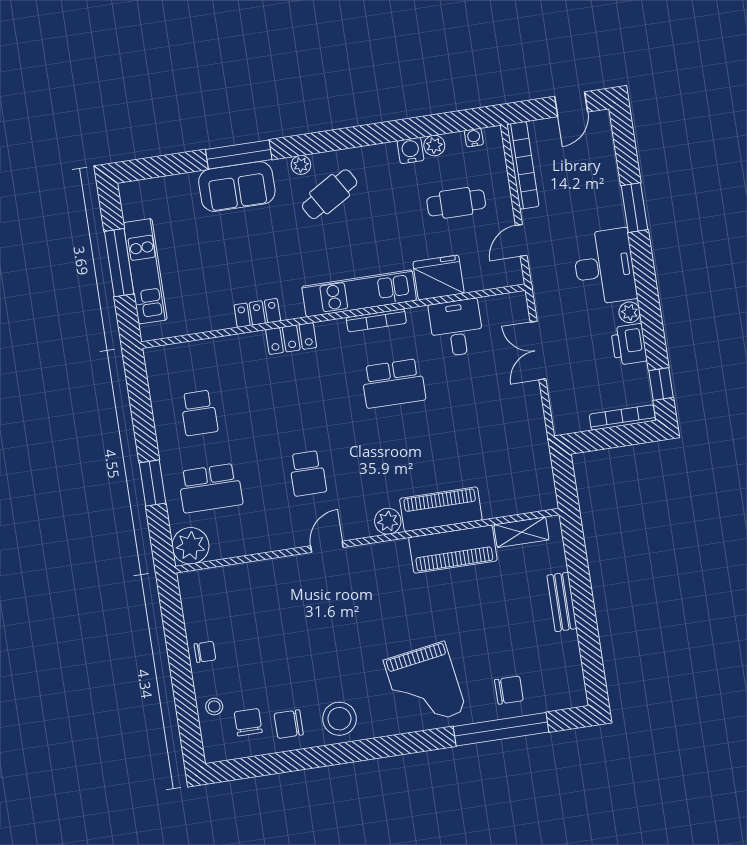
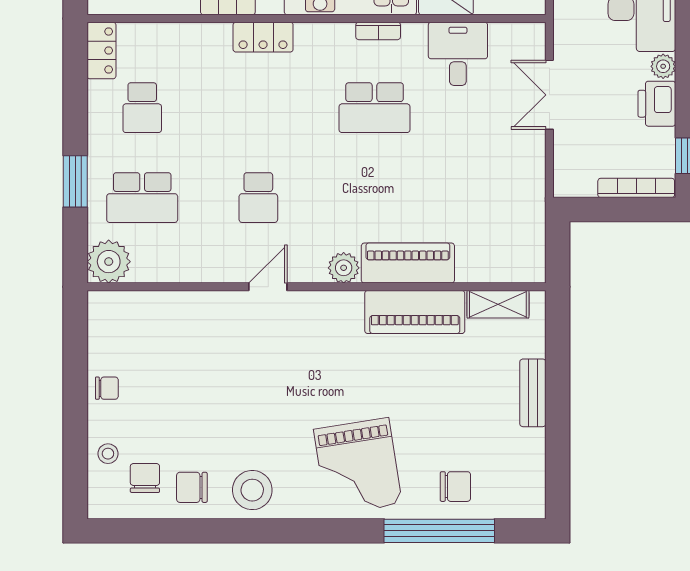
bookcase: (376, 320) -> (378, 31), width x0.64
locker: (158, 370) -> (101, 50), added

